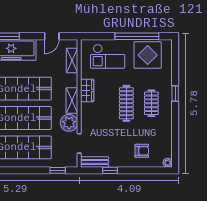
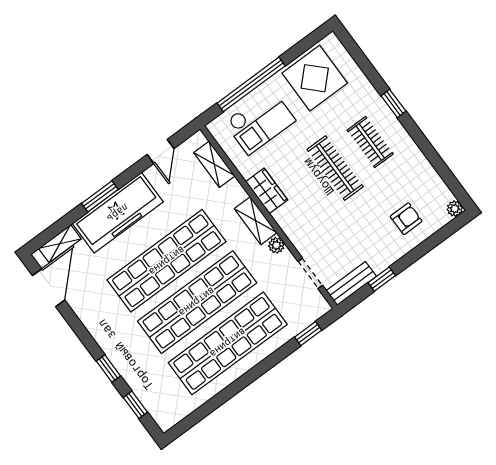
window: (137, 36) -> (251, 84), moved
plant: (69, 123) -> (276, 245), width x0.53, depth x0.53

